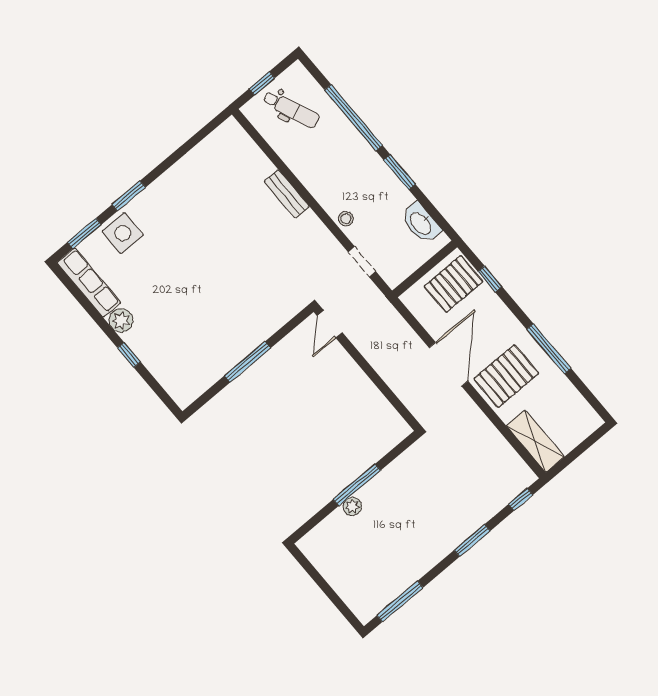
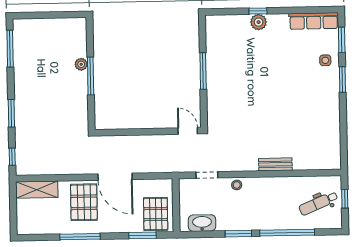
side table: (123, 233) -> (325, 60), width x0.54, depth x0.54
window: (490, 279) -> (143, 235), width x1.50
plant: (121, 320) -> (259, 22), moved

